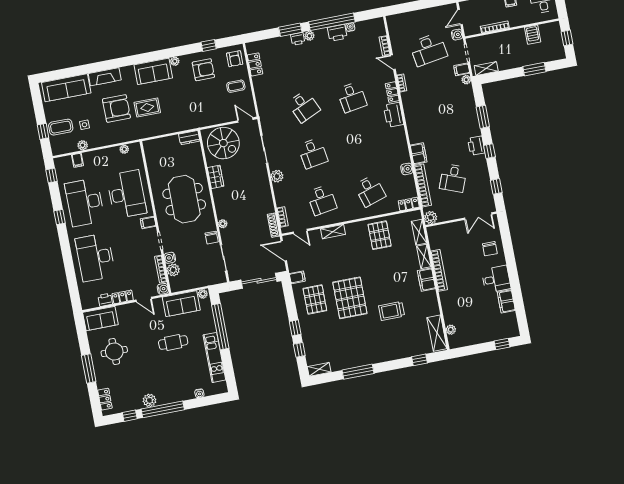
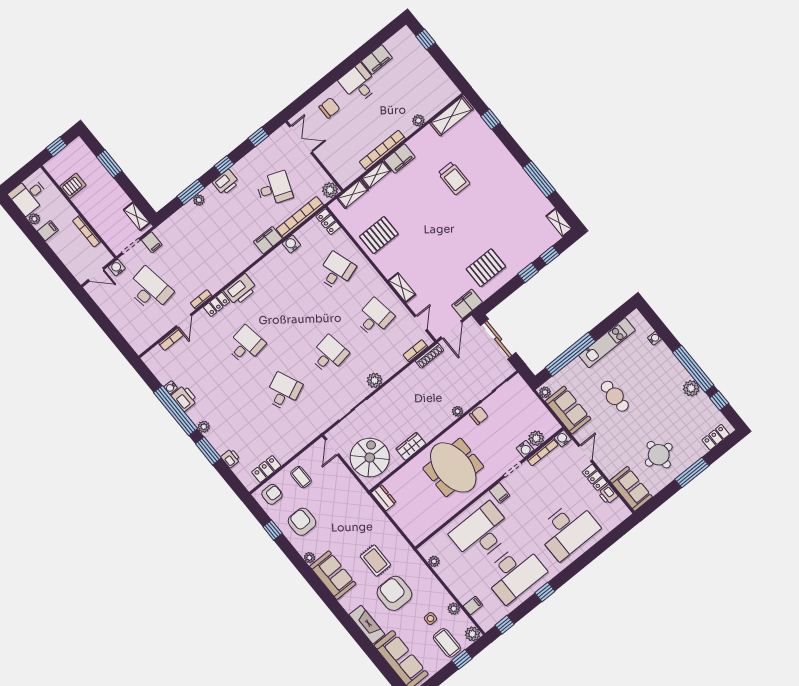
printer: (298, 39) -> (231, 458), moved
plant: (466, 80) -> (199, 200), moved
plant: (57, 149) -> (472, 634), added
meeting table: (184, 199) -> (453, 467), turned 90
filing cabinet: (297, 277) -> (467, 304), width x2.00
pallet: (350, 298) -> (464, 231), removed
plant: (451, 330) -> (418, 120), moved

